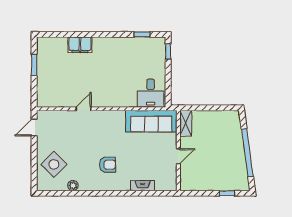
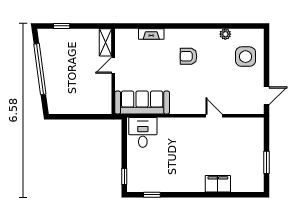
door: (84, 109) -> (214, 116), swing flipped
shelving: (186, 123) -> (106, 42), moved
side table: (54, 164) -> (246, 57), turned 45

